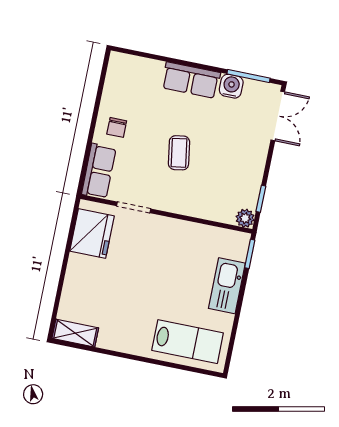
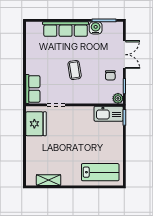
row of seats: (191, 80) -> (66, 29), width x1.48
double door: (278, 116) -> (124, 55), moved
chair: (117, 127) -> (110, 75), moved
kitchen sink: (227, 286) -> (109, 114), moved, turned -90
shelving: (75, 333) -> (49, 180), moved

